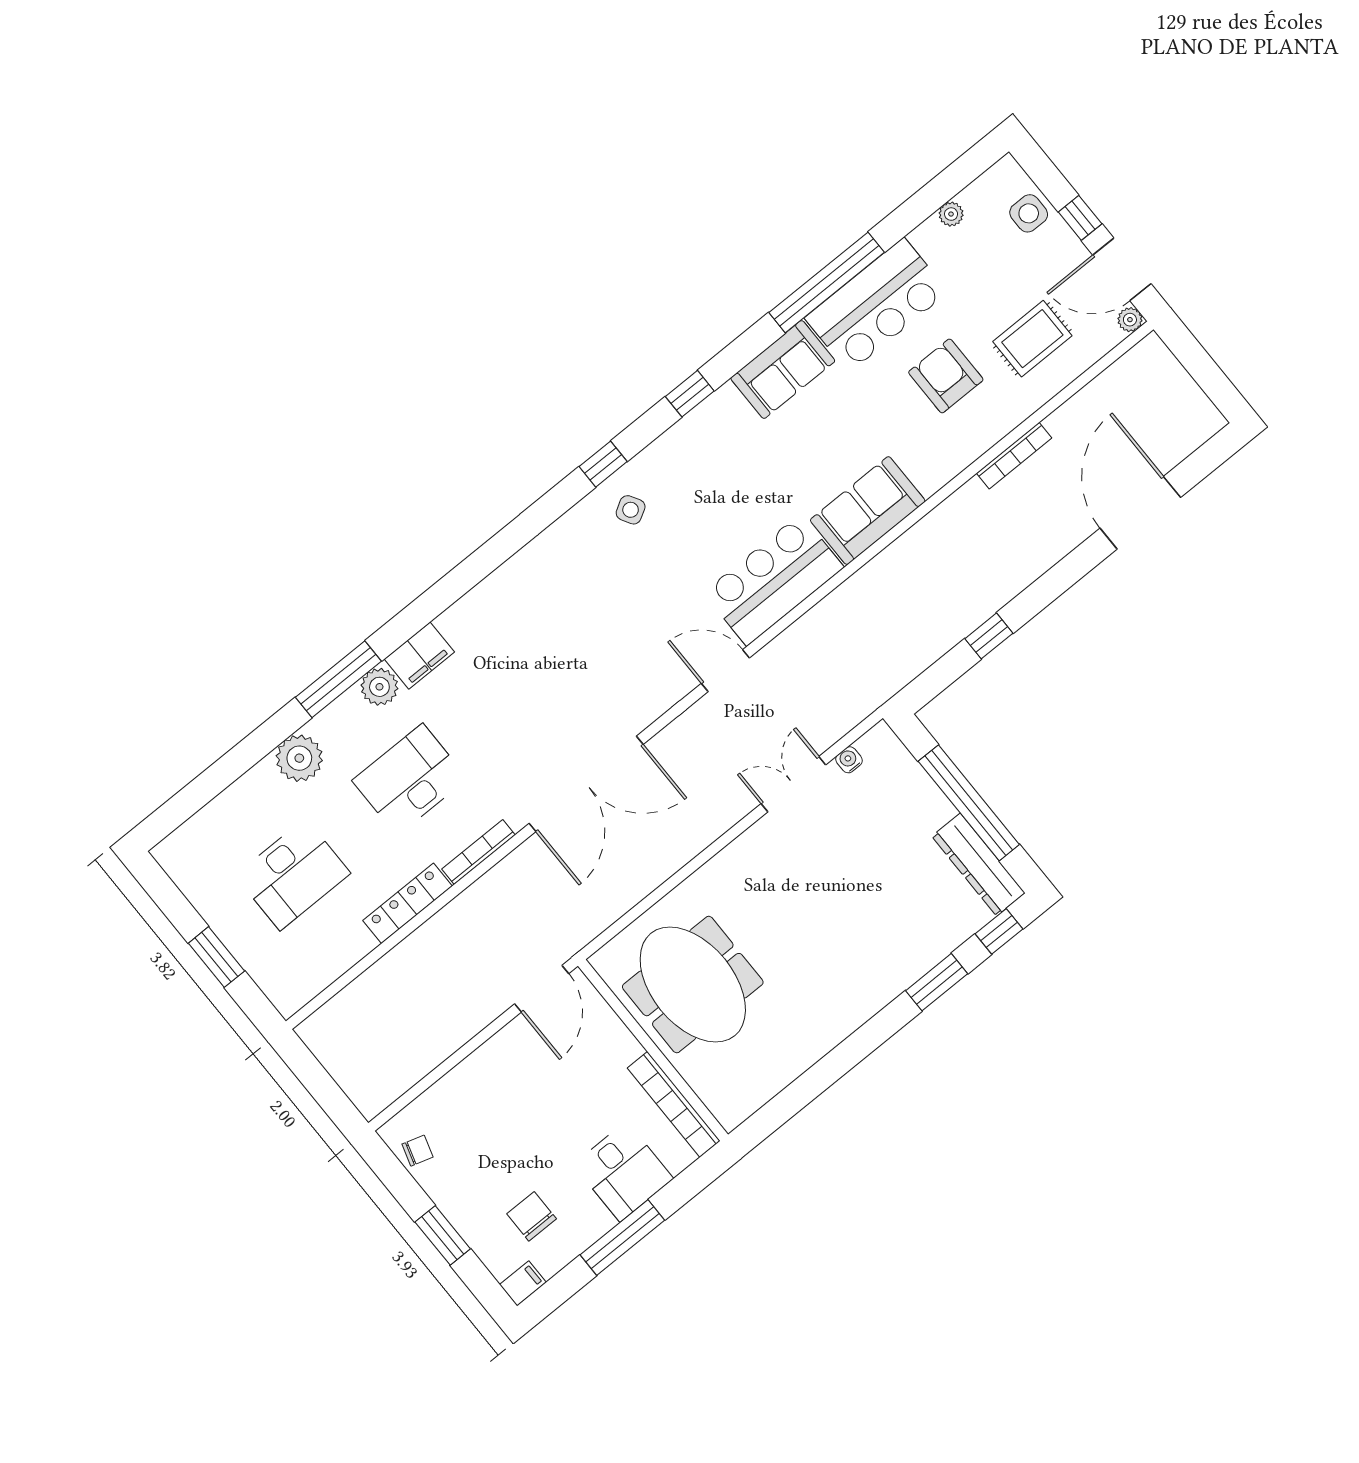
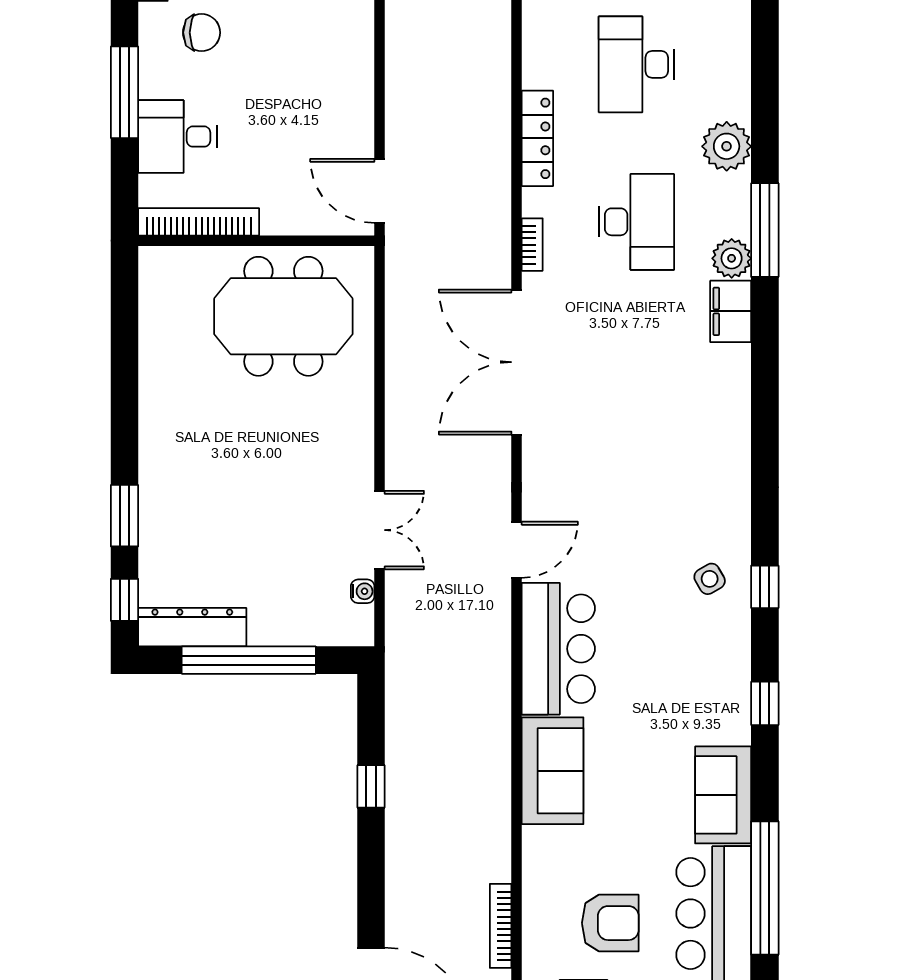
bookcase: (479, 852) -> (532, 245), width x0.64

